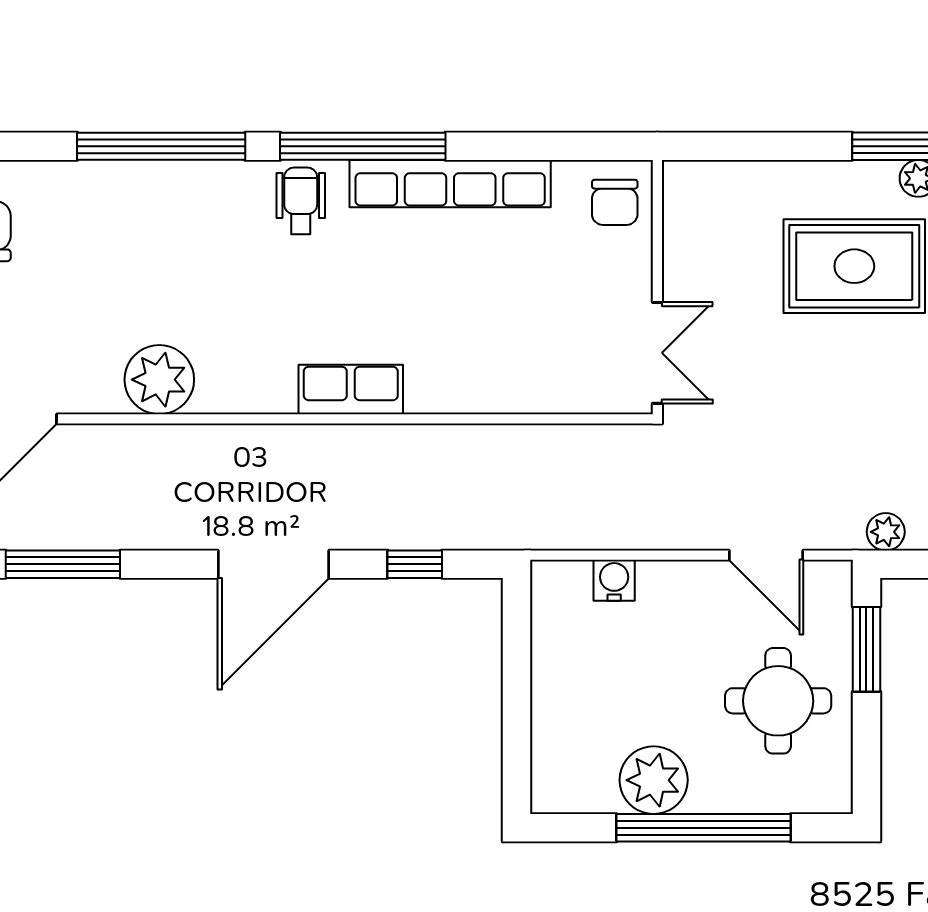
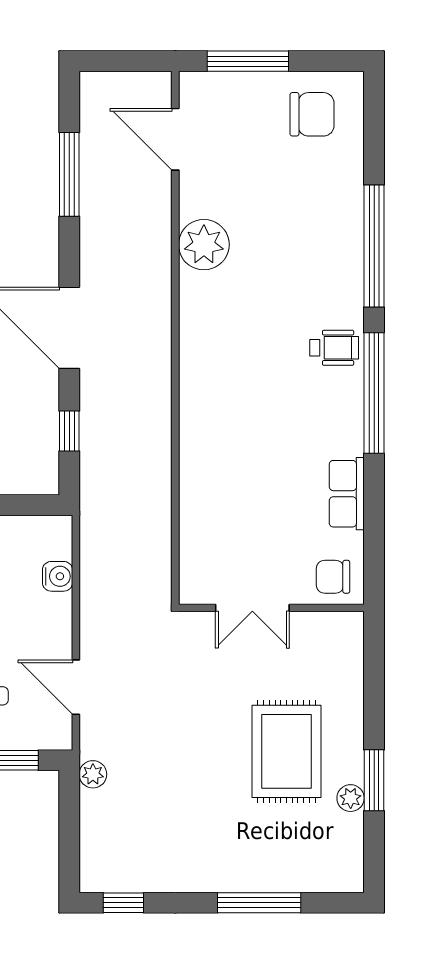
row of seats: (450, 184) -> (347, 494), width x0.50
double door: (657, 353) -> (252, 608), moved
row of seats: (351, 389) -> (197, 384), removed
door: (766, 555) -> (76, 687), hinge flipped

